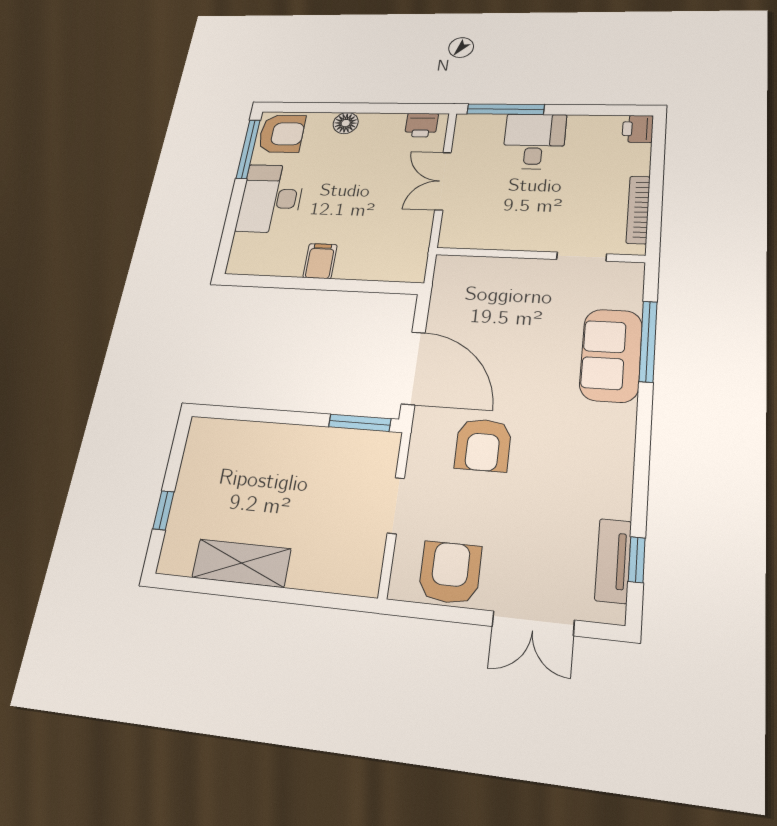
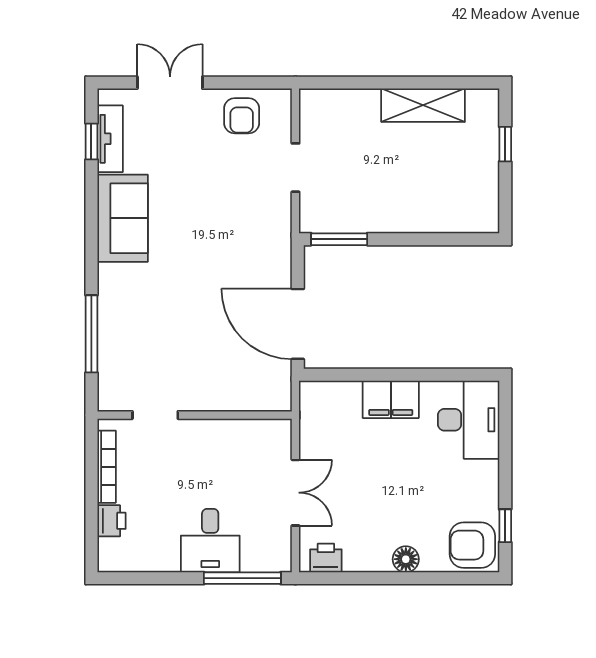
printer: (638, 129) -> (112, 521), moved
window: (248, 149) -> (505, 526), width x0.46
desk: (271, 198) -> (469, 420), moved
filing cabinet: (320, 261) -> (391, 399), width x2.00
sofa: (611, 355) -> (123, 218), moved
door: (413, 368) -> (298, 324), moved
armchair: (483, 445) -> (226, 228), removed
armchair: (450, 573) -> (242, 116), width x0.72, depth x0.72

